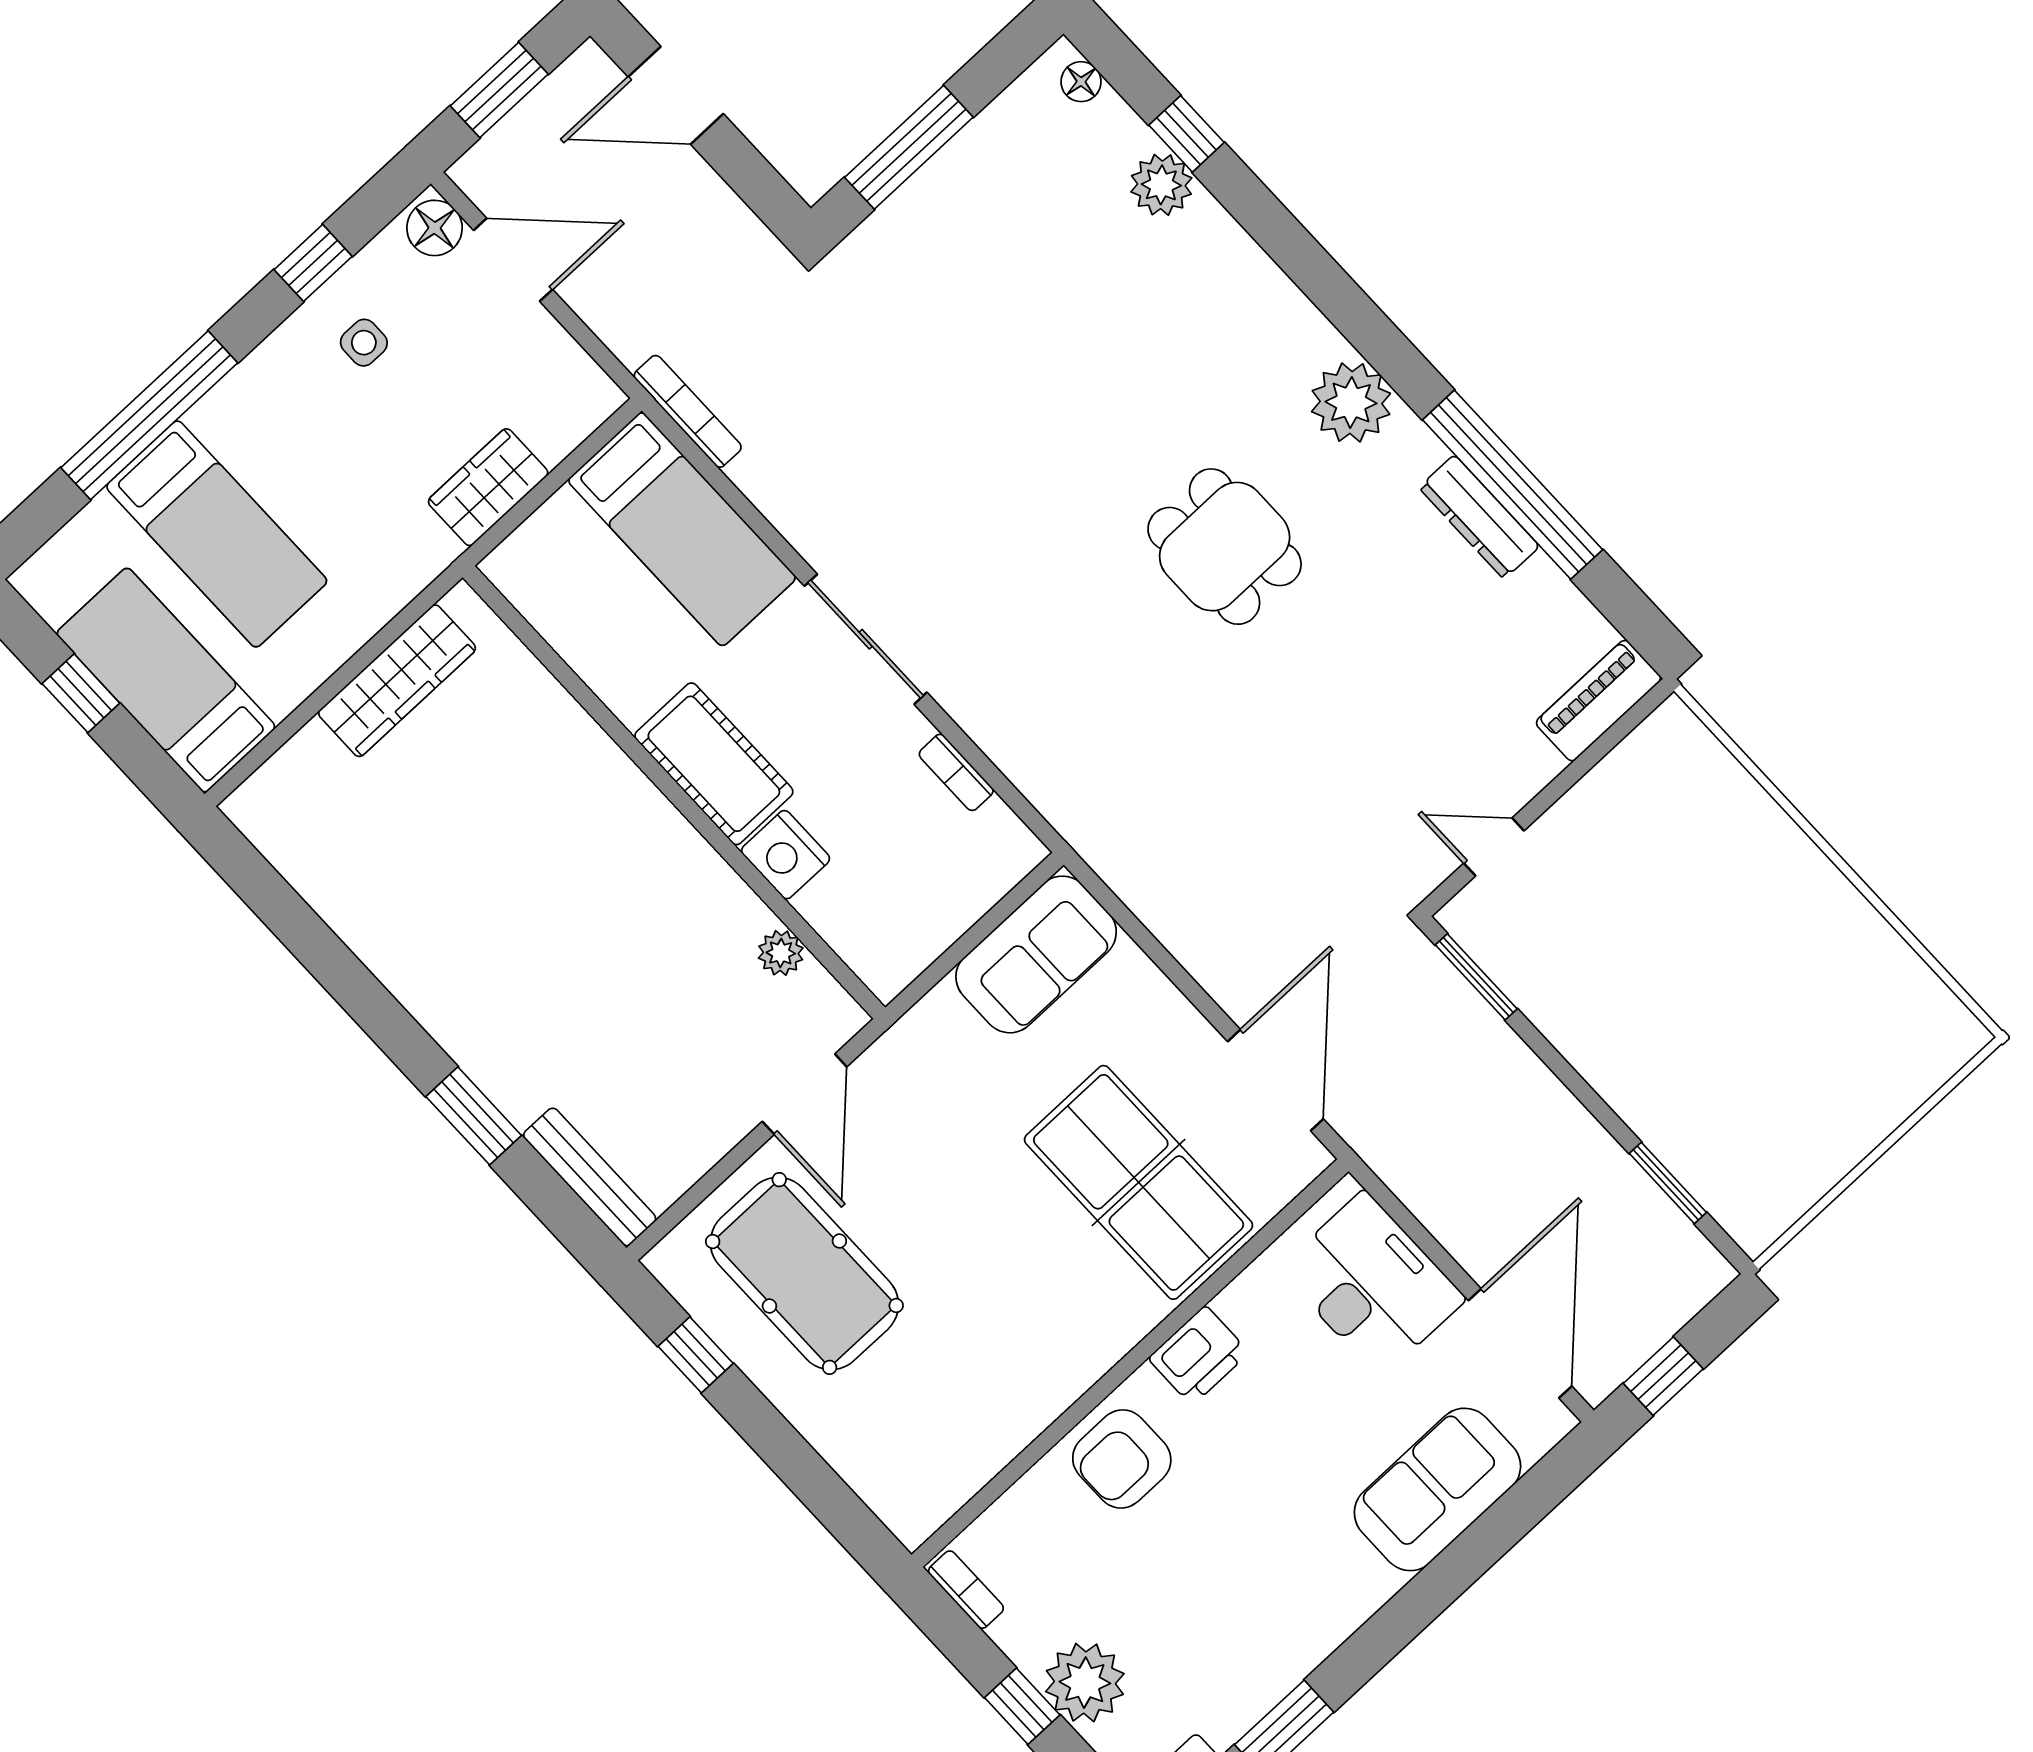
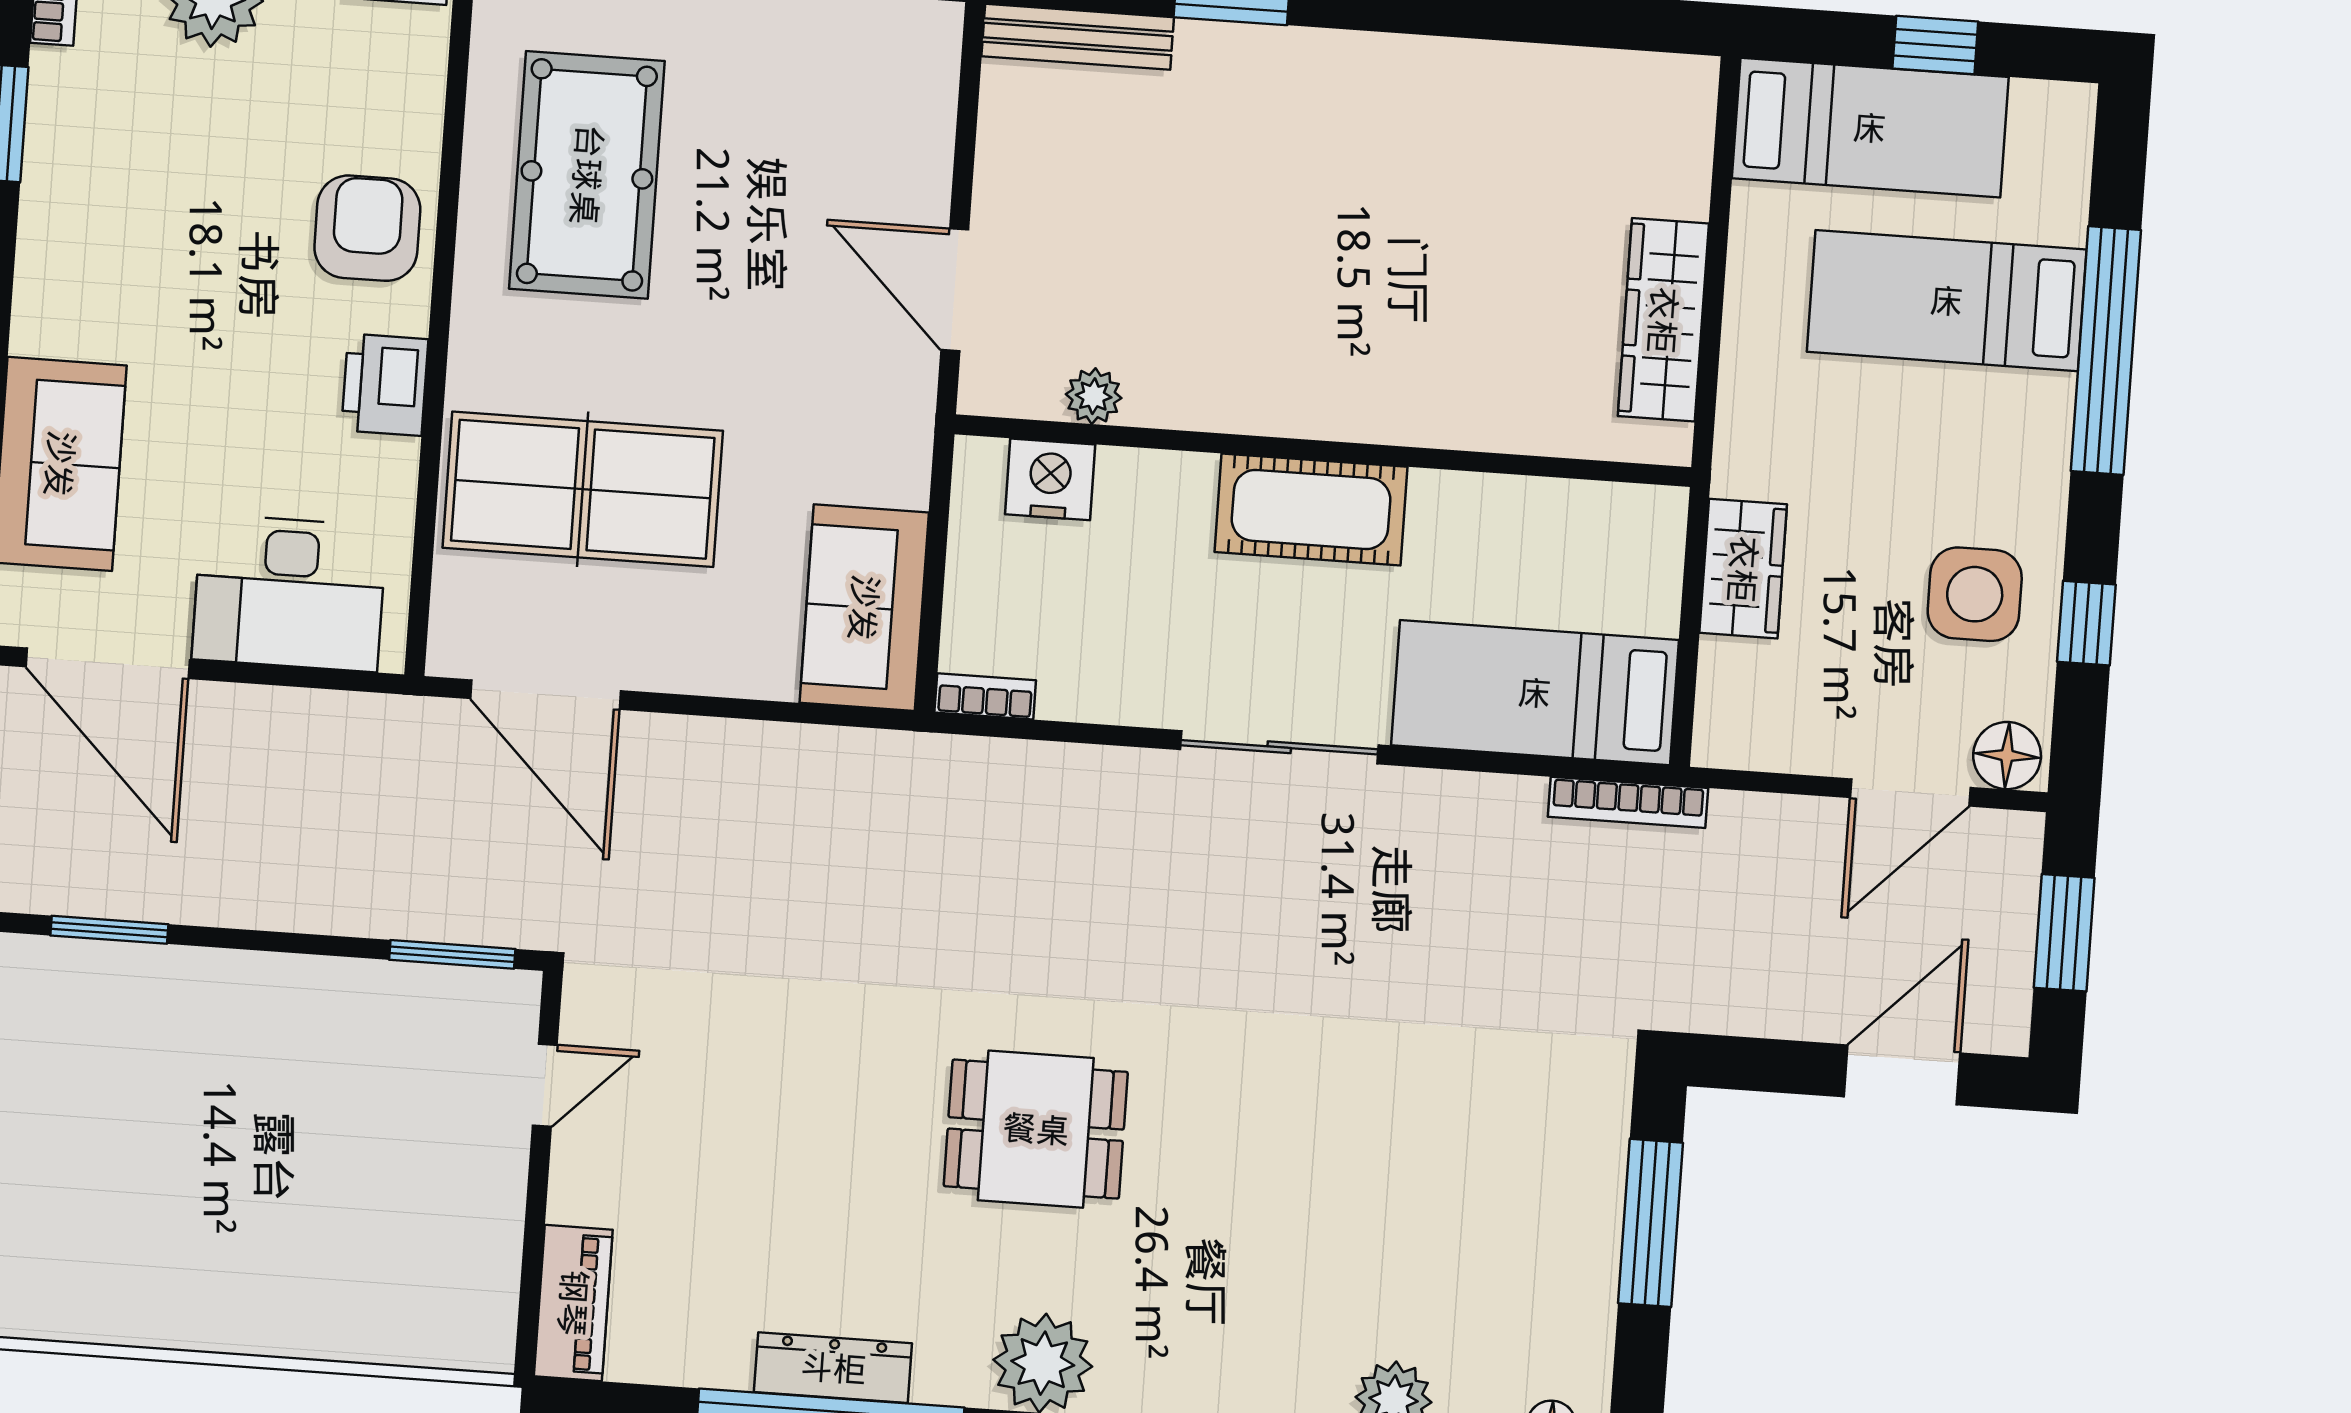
side table: (364, 343) -> (1975, 594), width x1.87, depth x1.87
bookcase: (956, 772) -> (985, 696), moved
nightstand: (786, 855) -> (1050, 479), moved
pool table: (804, 1273) -> (587, 175), moved, turned 90

